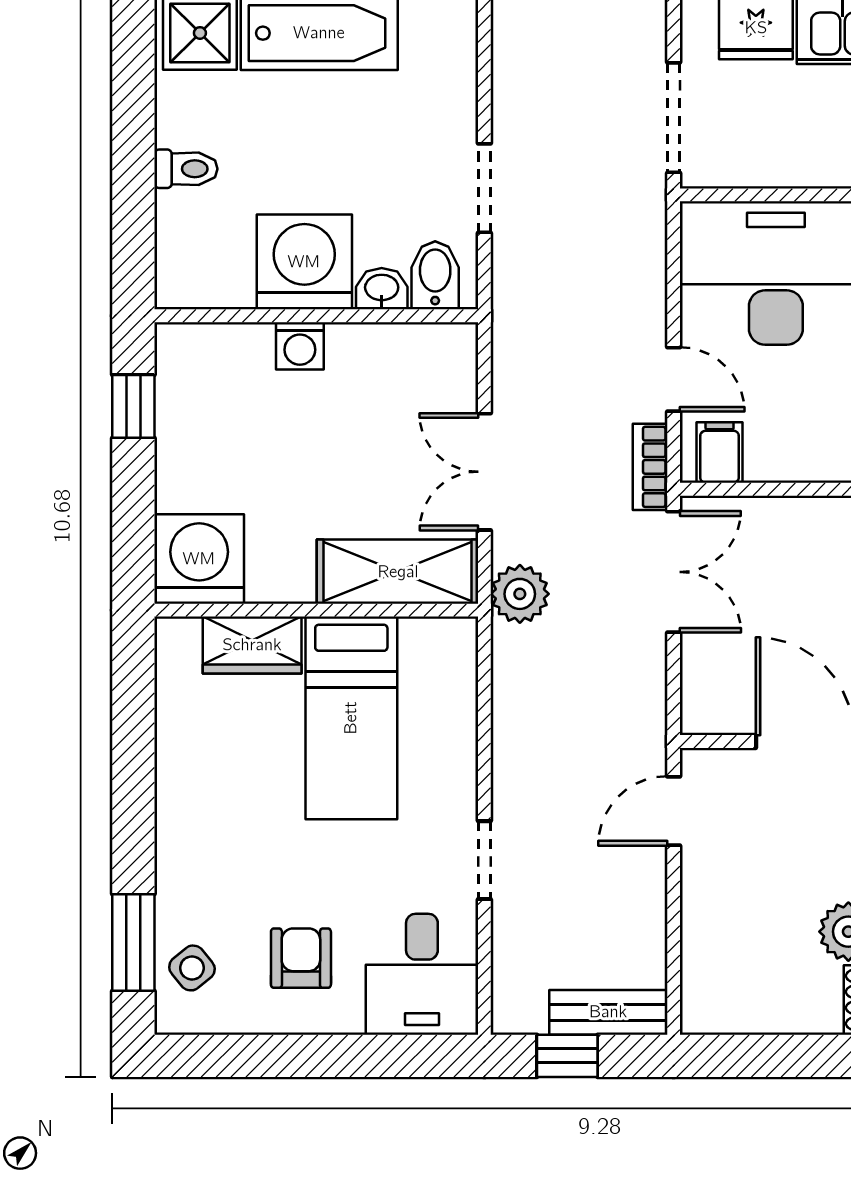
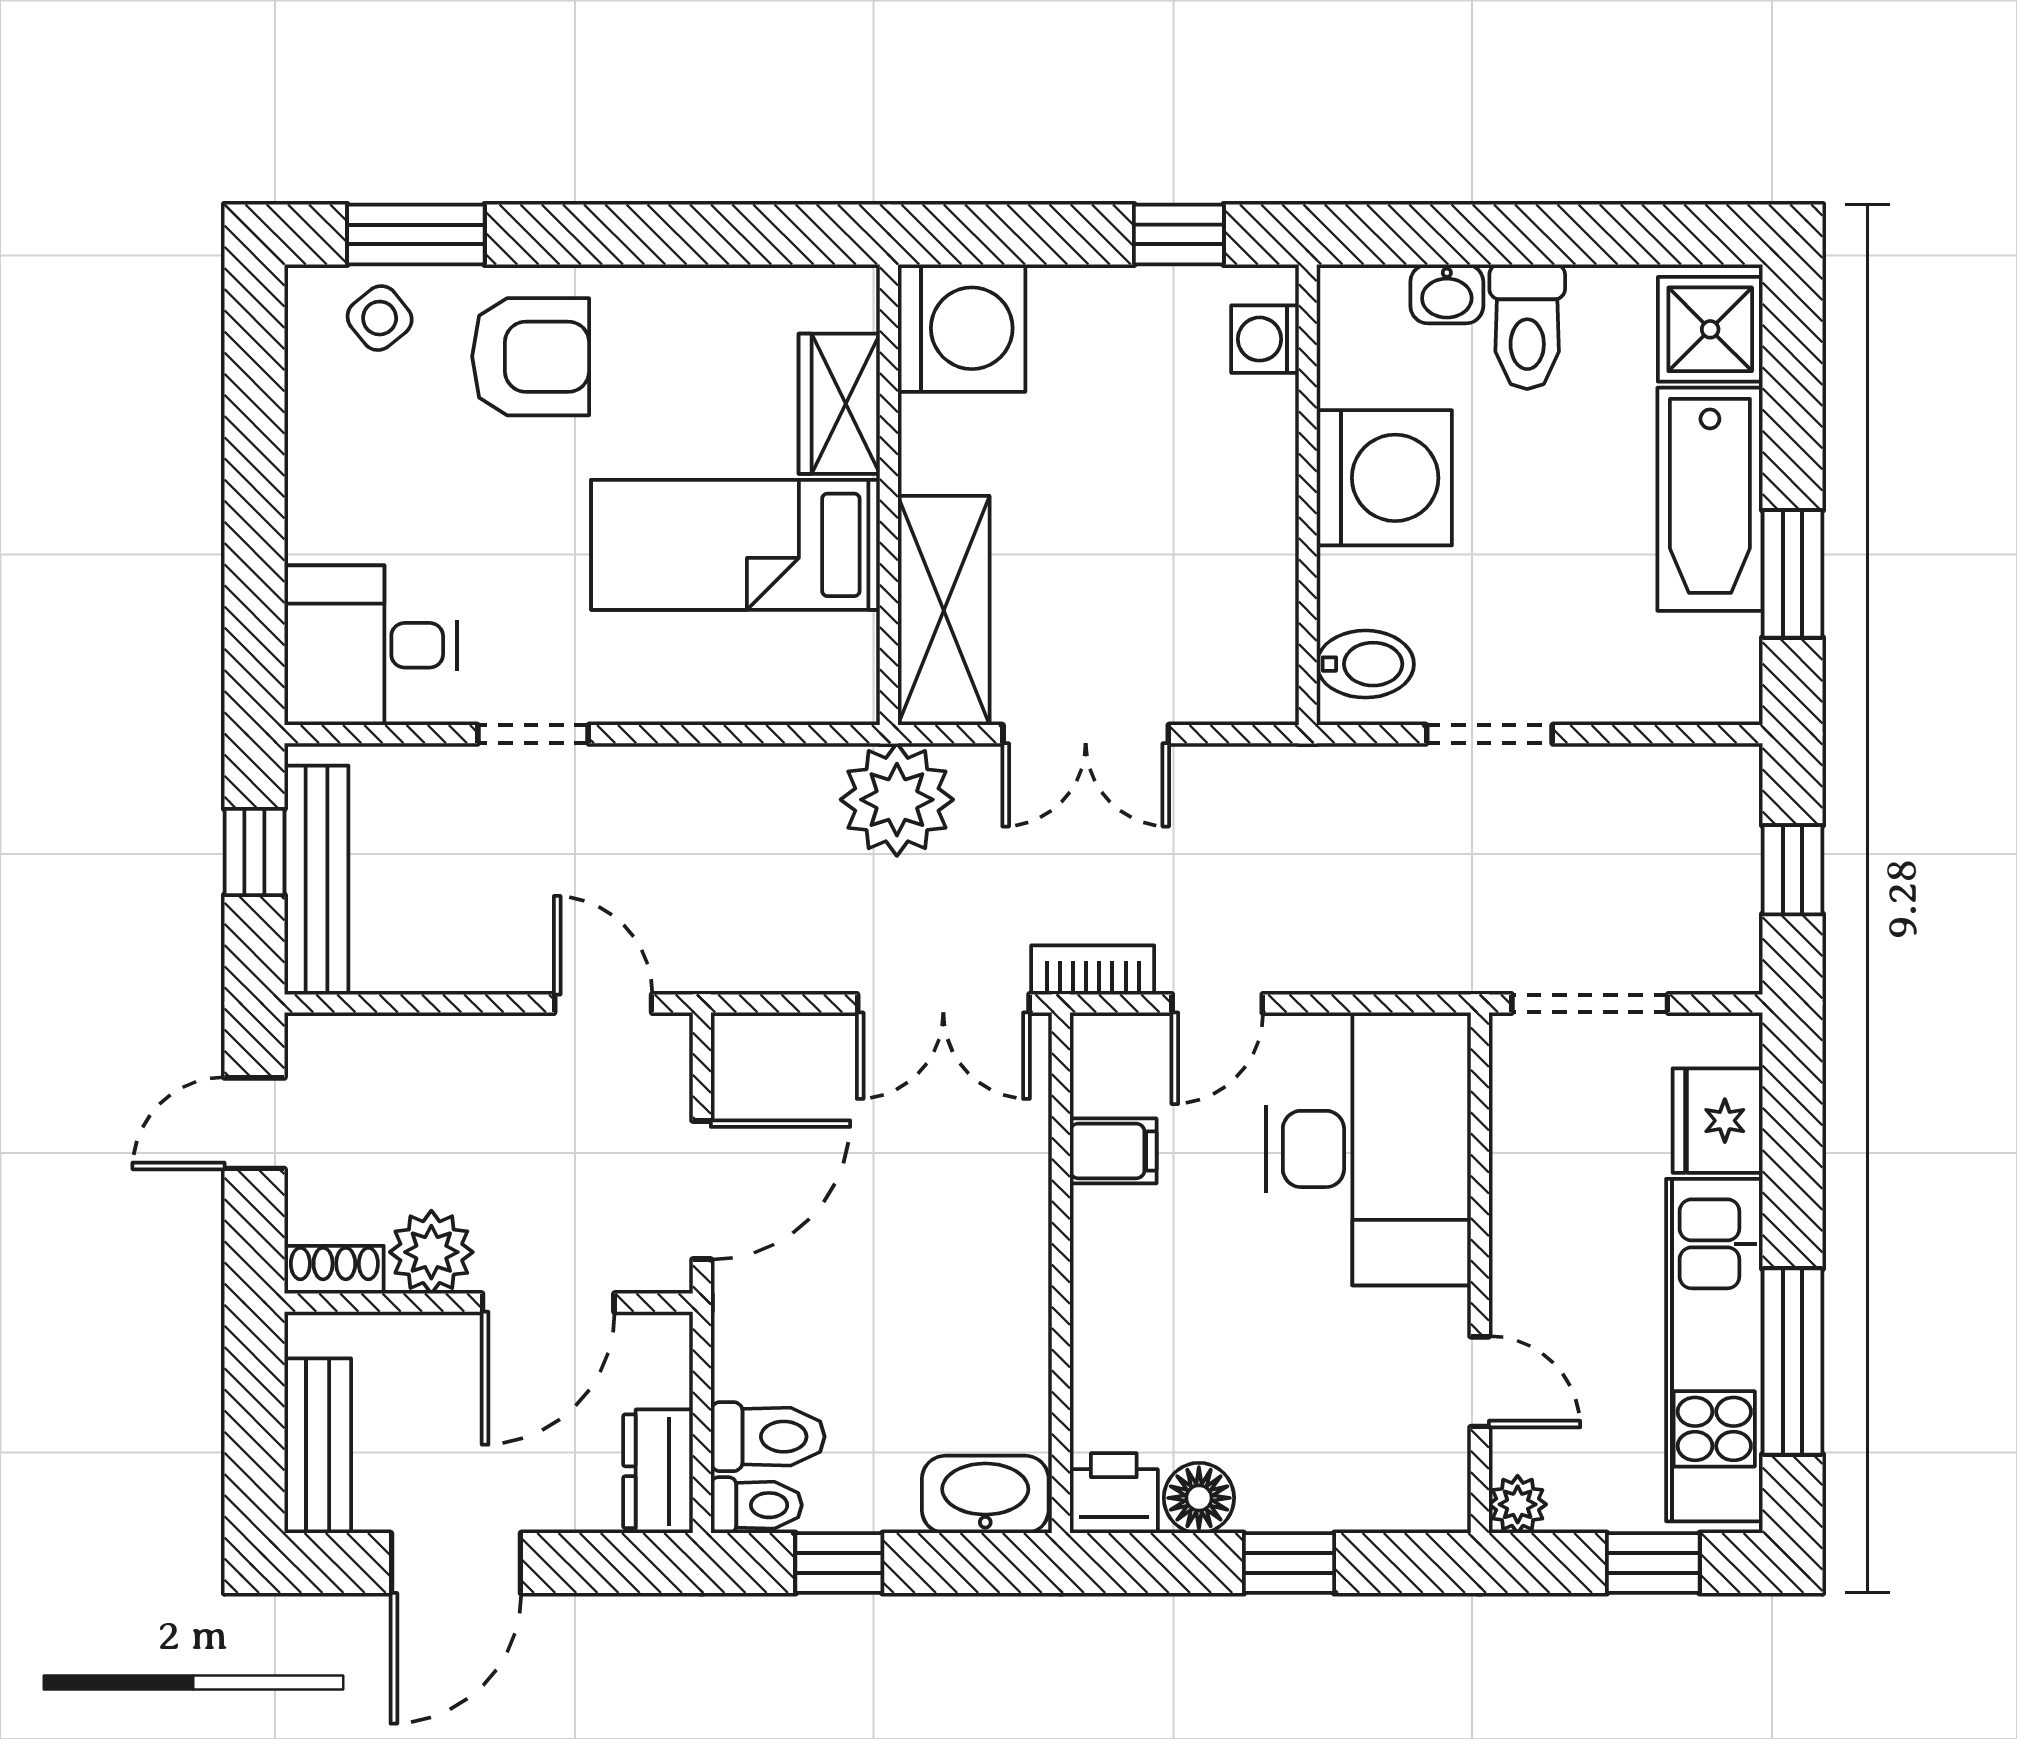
toilet: (186, 169) -> (1527, 327), width x1.37, depth x1.39
washbasin: (382, 289) -> (1447, 294), moved, turned 90
washing machine: (300, 346) -> (1265, 339), moved
filing cabinet: (720, 452) -> (1113, 1151), moved
double door: (484, 472) -> (1086, 734), swing flipped
plant: (520, 594) -> (897, 800), width x1.36, depth x1.36
armchair: (301, 958) -> (531, 357), moved, width x1.38, depth x1.38
bench: (608, 1012) -> (316, 880), width x1.36
door: (758, 1056) -> (254, 1123), added

